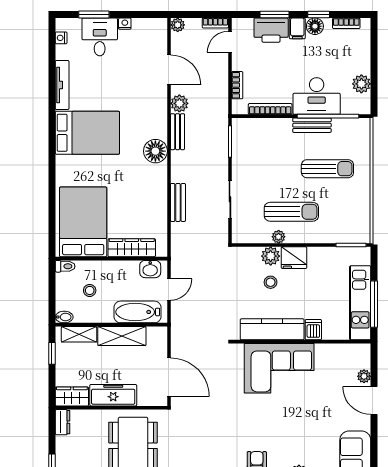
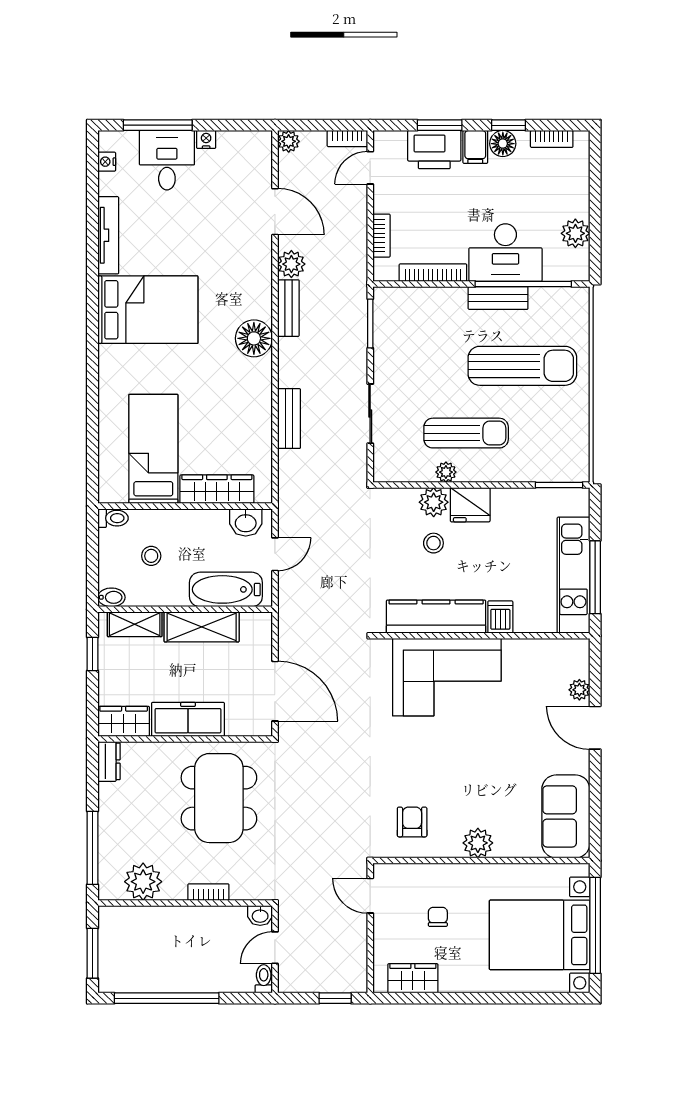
window: (94, 14) -> (158, 125), width x1.44
sun lounger: (327, 169) -> (522, 366), width x1.36, depth x1.34
bed: (83, 222) -> (153, 449), width x0.67

